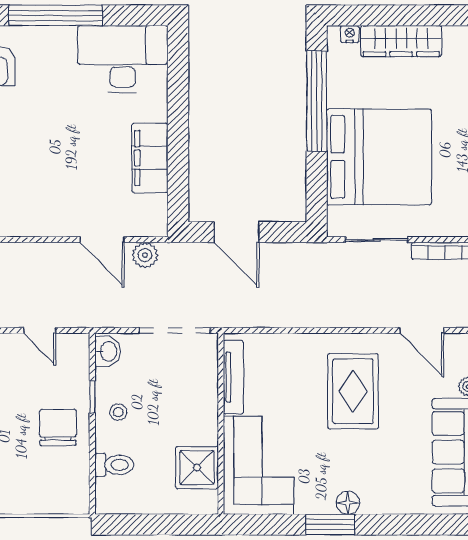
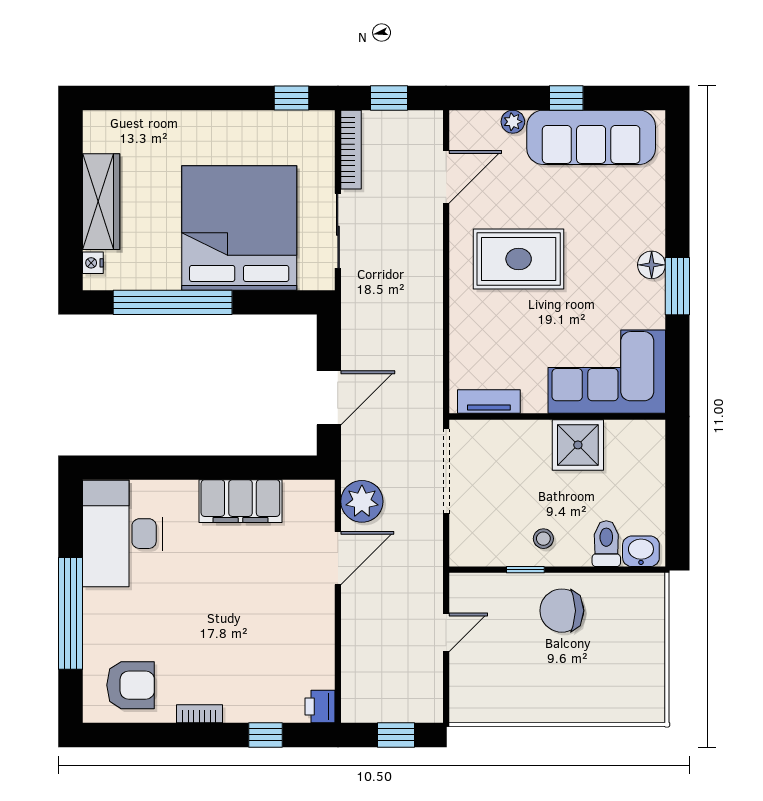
plant: (145, 255) -> (362, 501), width x1.36, depth x1.36
washbasin: (108, 351) -> (641, 551), moved
tv unit: (233, 377) -> (489, 402), width x0.71
shower: (197, 468) -> (578, 445), moved

